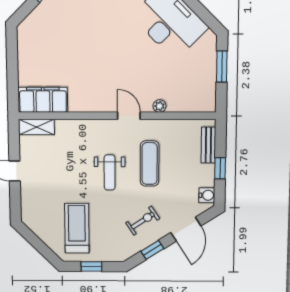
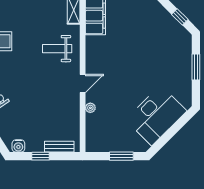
exercise mat: (150, 164) -> (44, 100), removed
weight bench: (110, 172) -> (57, 49), moved

